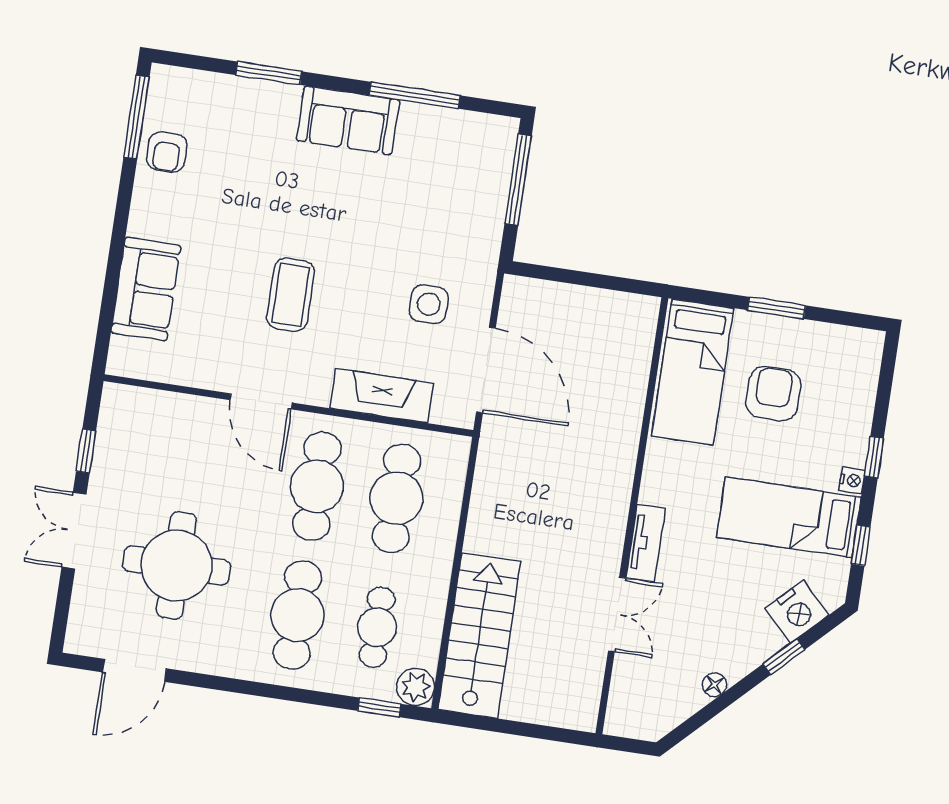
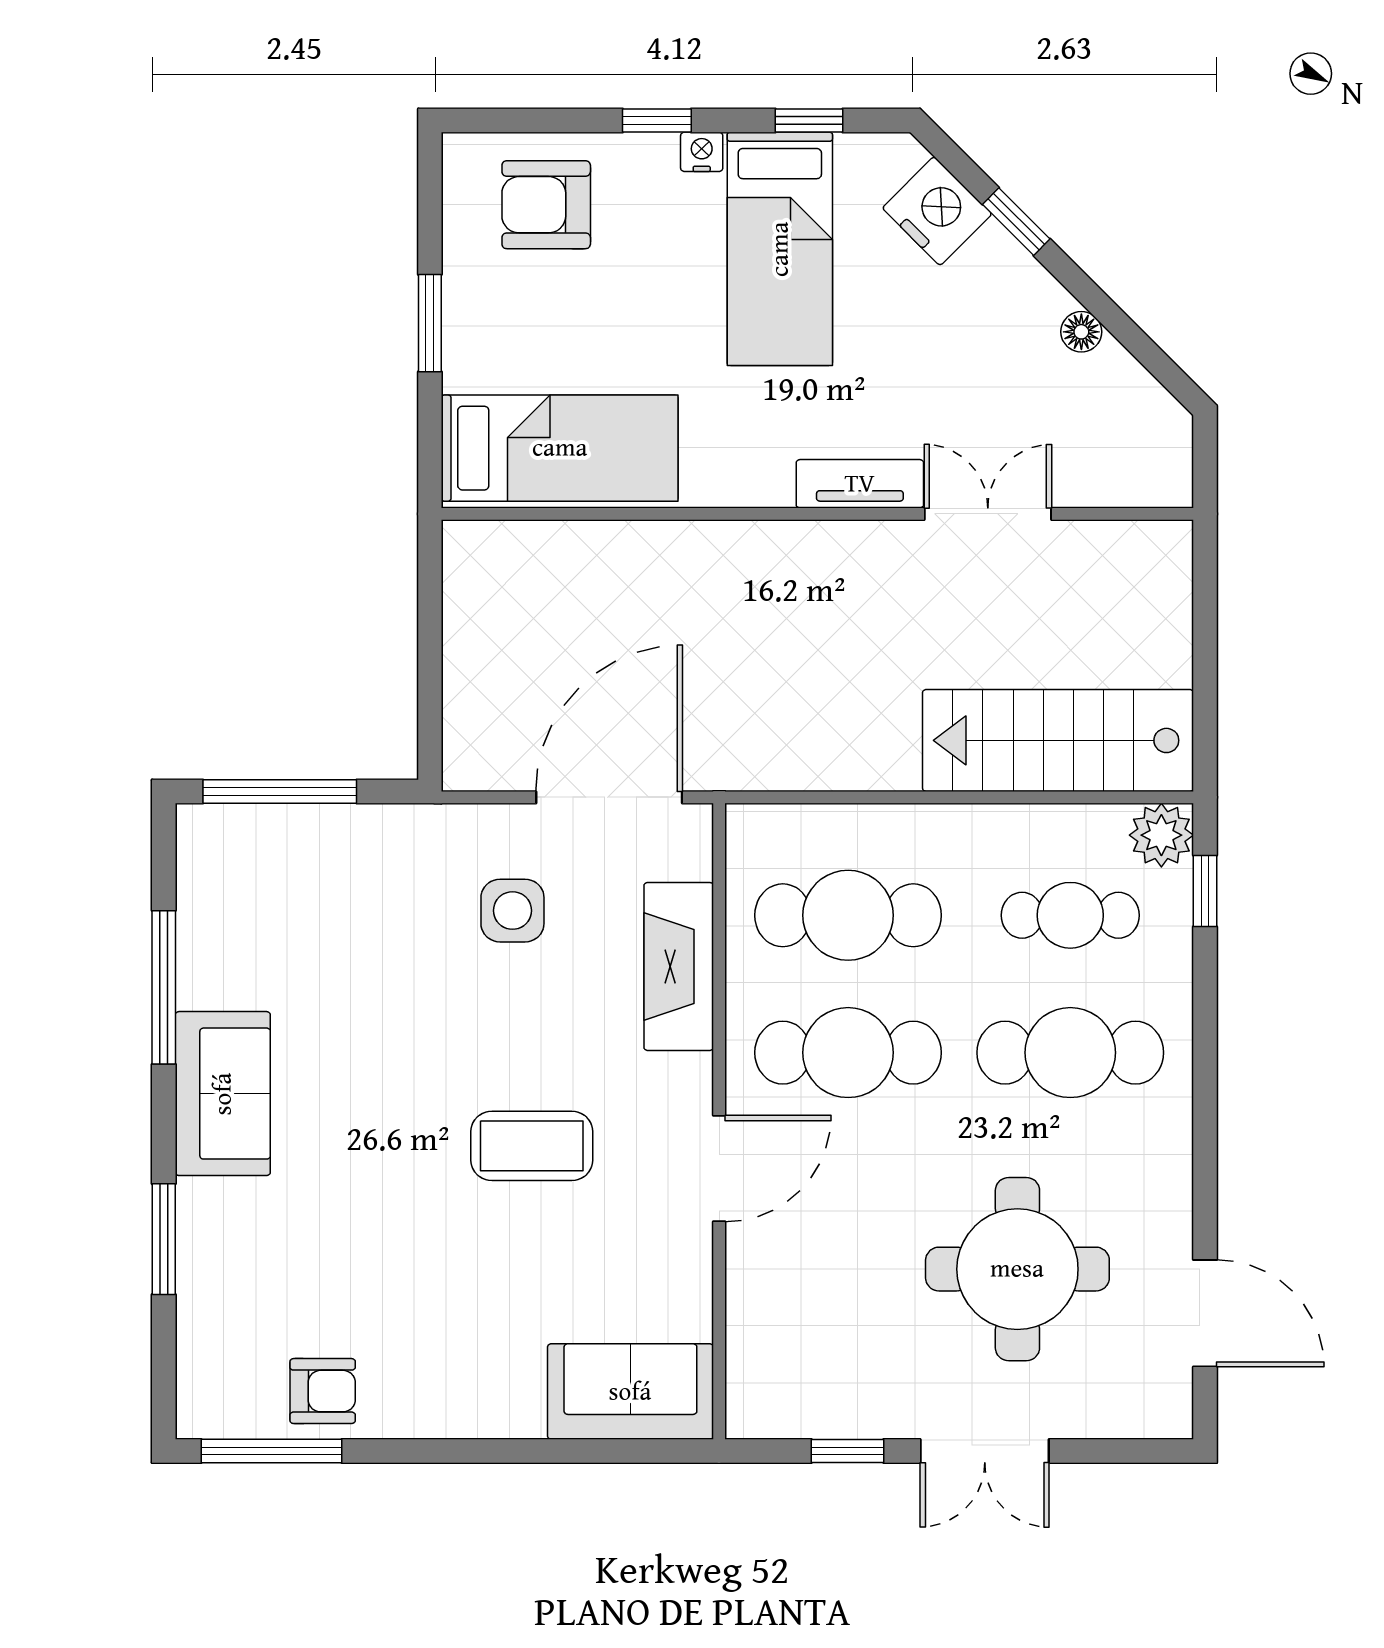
sofa: (146, 289) -> (630, 1392), moved
armchair: (773, 394) -> (546, 205), moved

